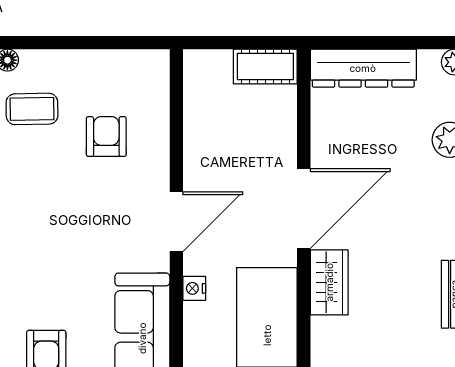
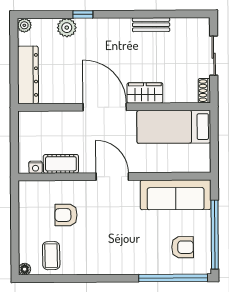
cot: (265, 67) -> (61, 164), moved, turned 90
nightstand: (194, 288) -> (36, 167), moved

